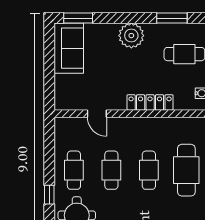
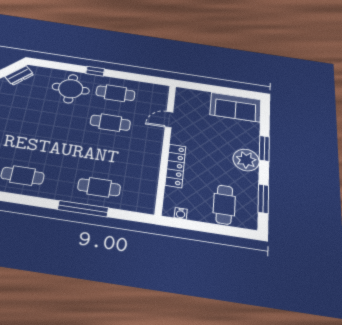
window: (78, 18) -> (264, 148), moved
cafe table: (149, 170) -> (105, 154), removed
cafe table: (186, 170) -> (99, 187), width x0.73, depth x0.74

